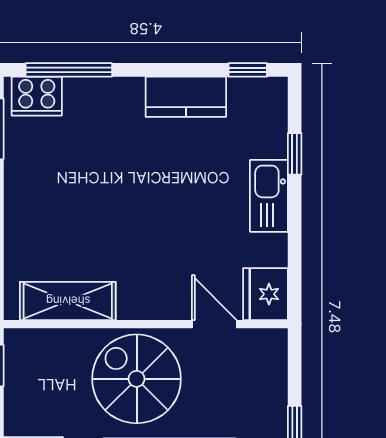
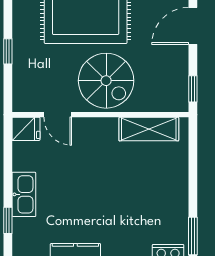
fridge: (265, 294) -> (26, 129), width x0.72

